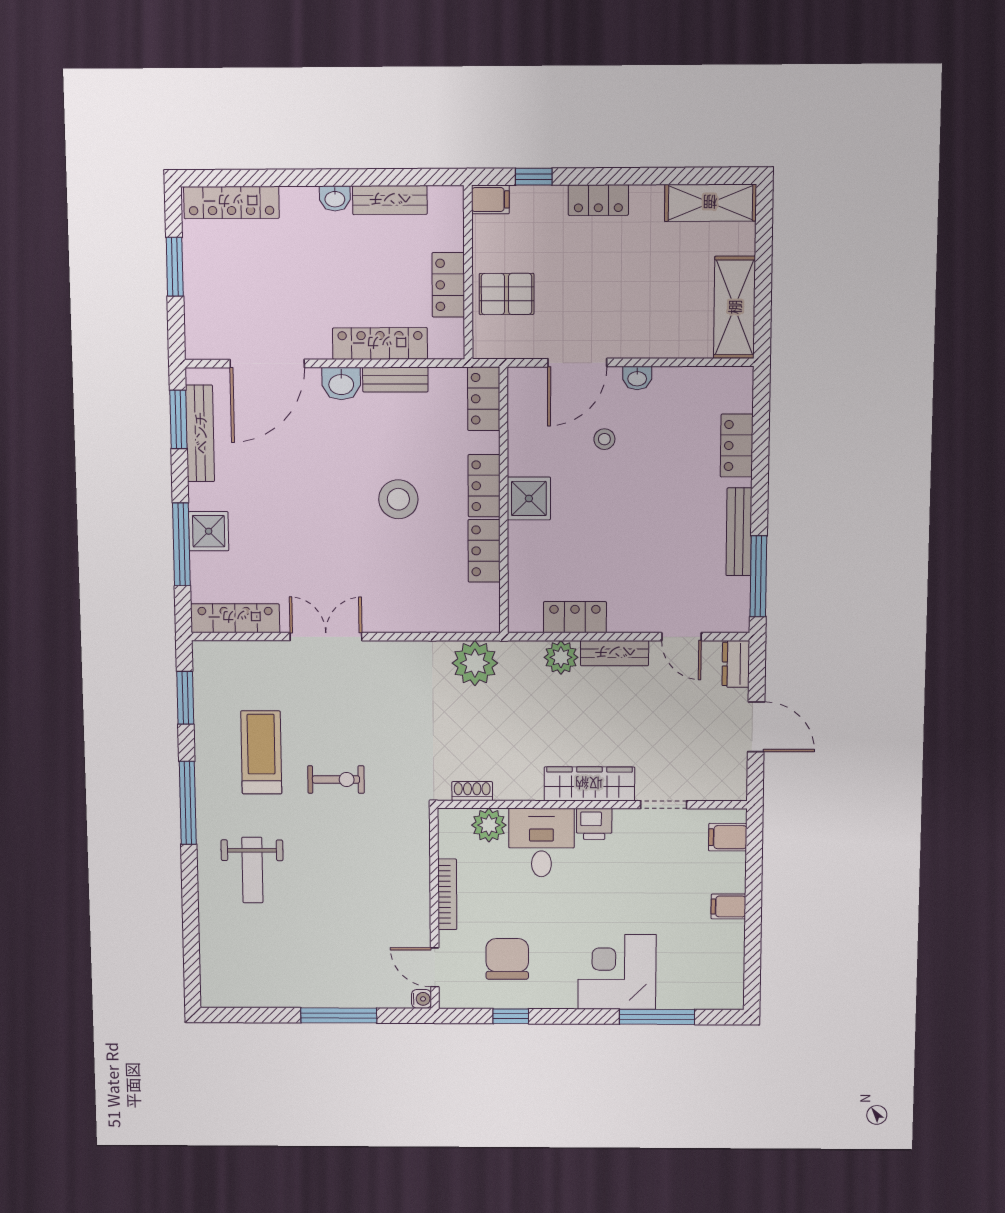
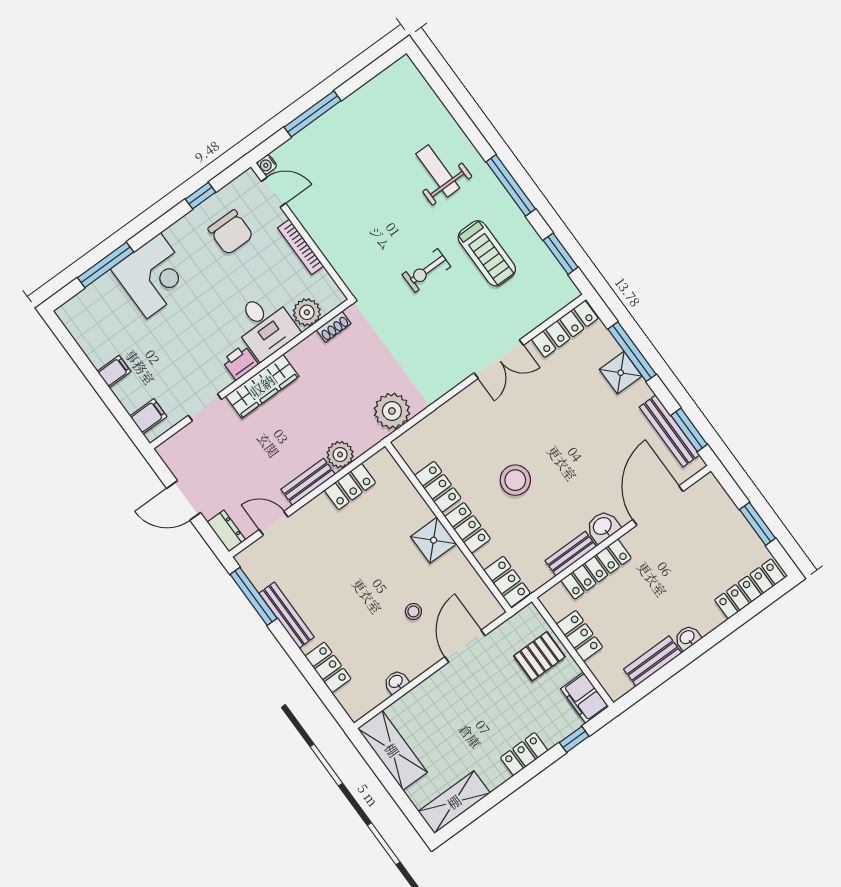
filing cabinet: (490, 200) -> (585, 698), width x2.00
washbasin: (637, 378) -> (396, 682), moved

